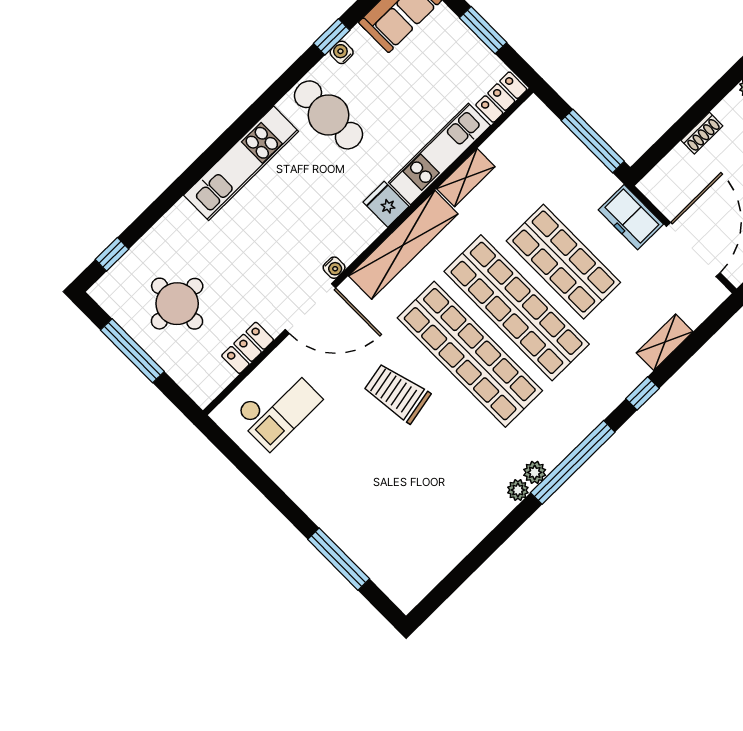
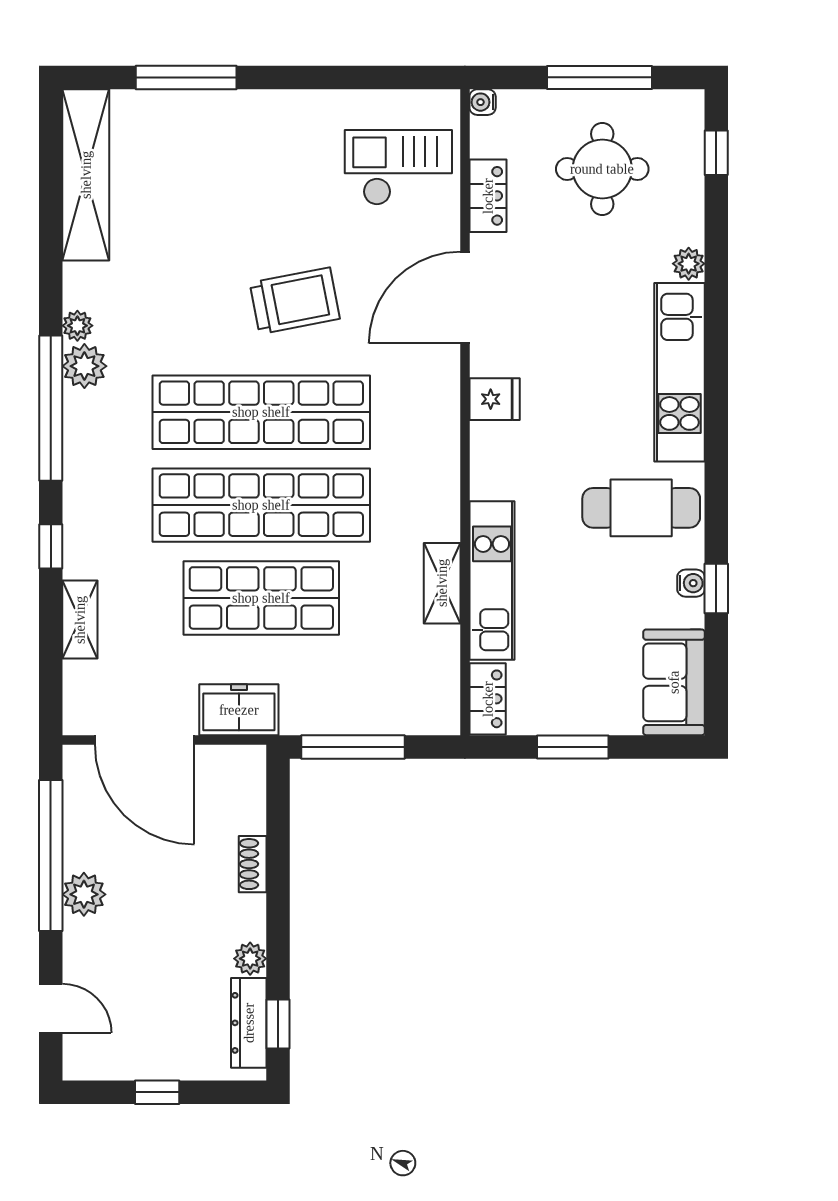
fridge: (386, 204) -> (495, 399), moved
plant: (182, 213) -> (689, 264), added
shelving: (403, 245) -> (86, 175), moved
water cooler: (334, 268) -> (483, 102), moved
checkout: (278, 407) -> (398, 167), turned 90
plant: (535, 472) -> (84, 366), width x1.38, depth x1.38

